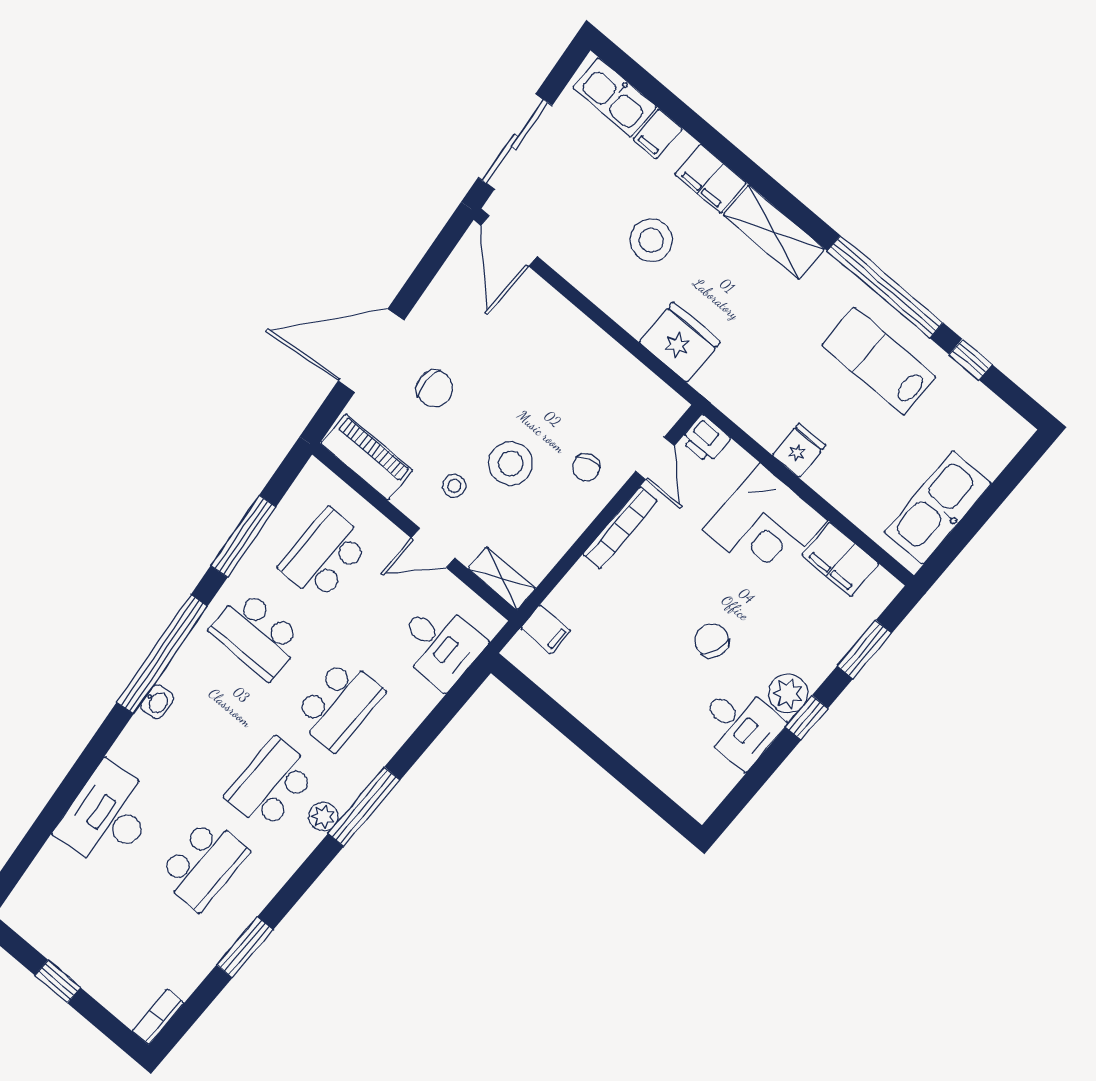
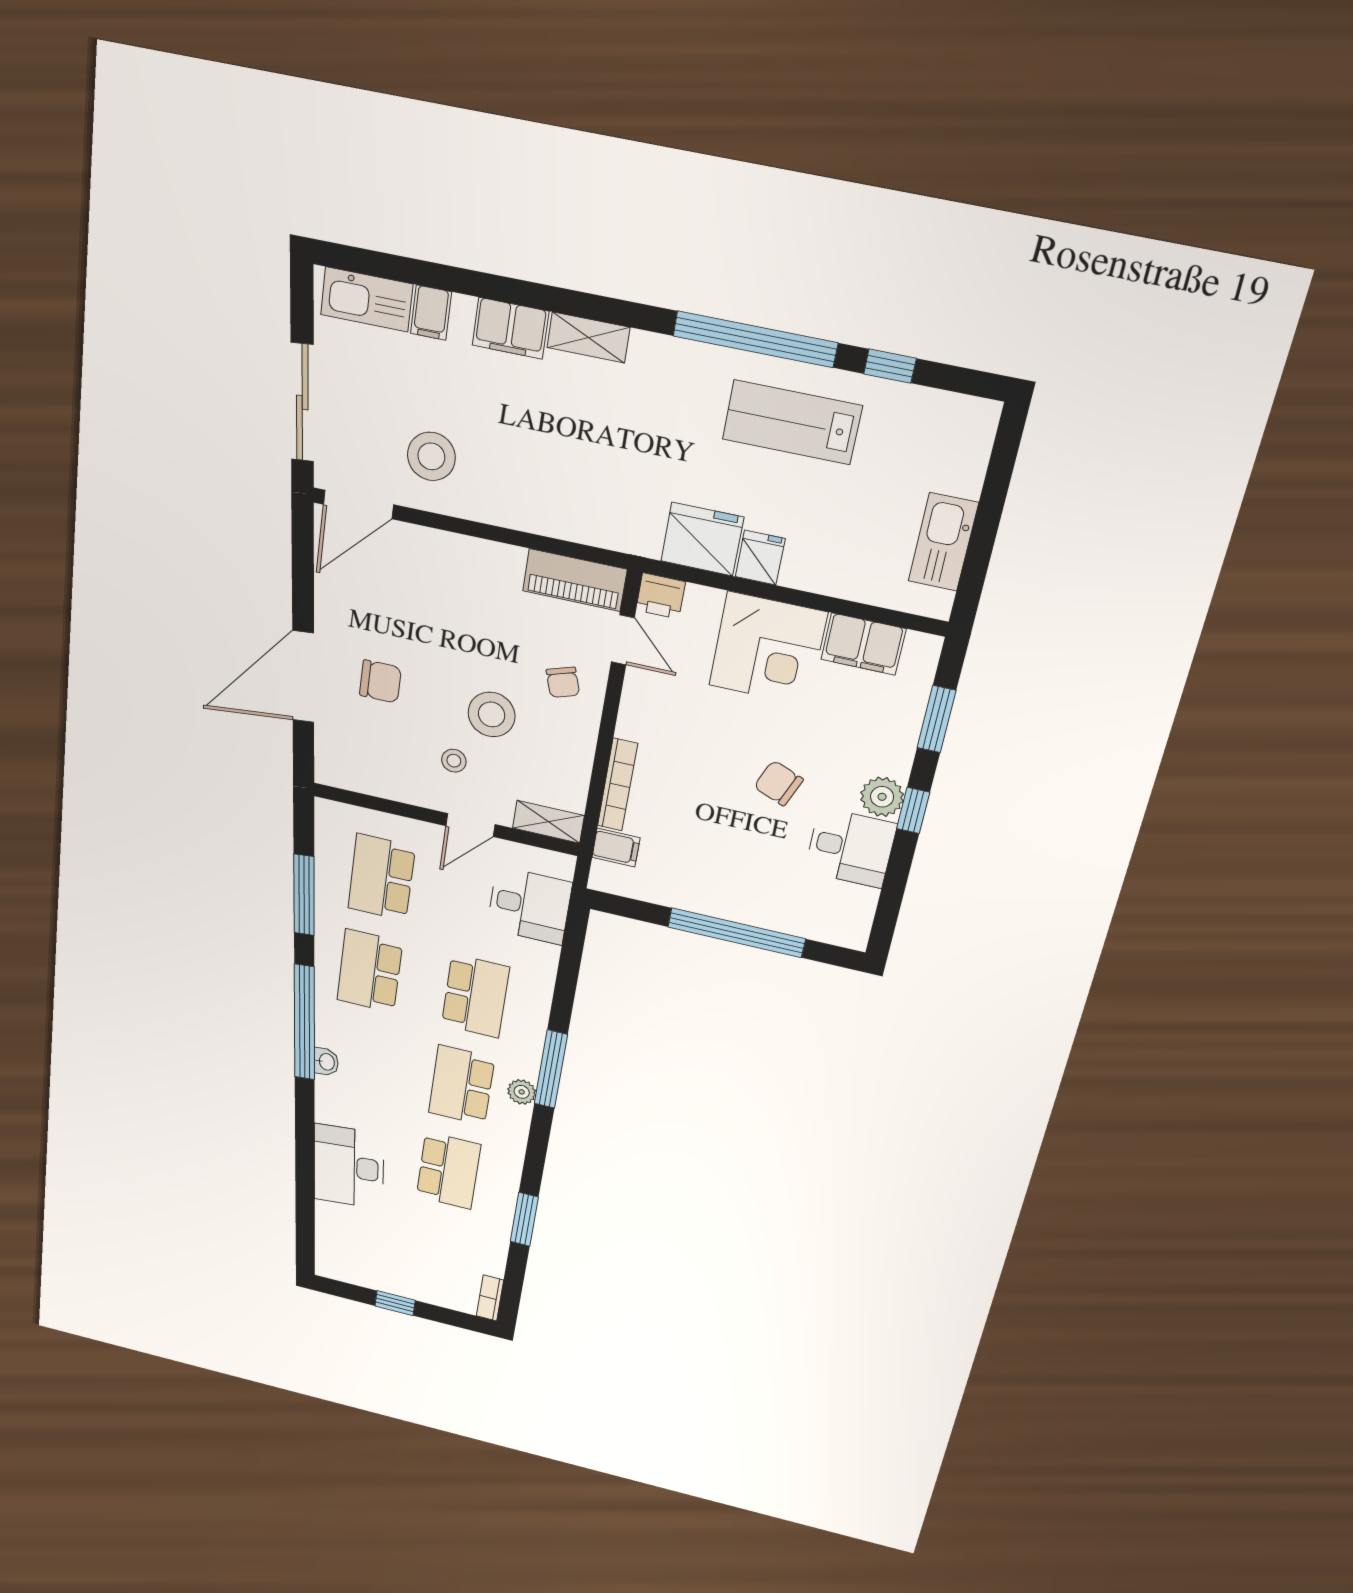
shelving: (774, 232) -> (588, 337), width x0.67, depth x0.75
stool: (651, 240) -> (431, 456), moved
door: (509, 241) -> (358, 505), hinge flipped
fridge: (680, 342) -> (702, 539), moved
piano: (367, 457) -> (575, 580), moved, turned 180
kitchen sink: (938, 508) -> (943, 542), width x0.73, depth x0.81
bookcase: (620, 528) -> (617, 785), moved
school desk: (257, 635) -> (370, 971), turned 90
window: (604, 755) -> (736, 933), added

